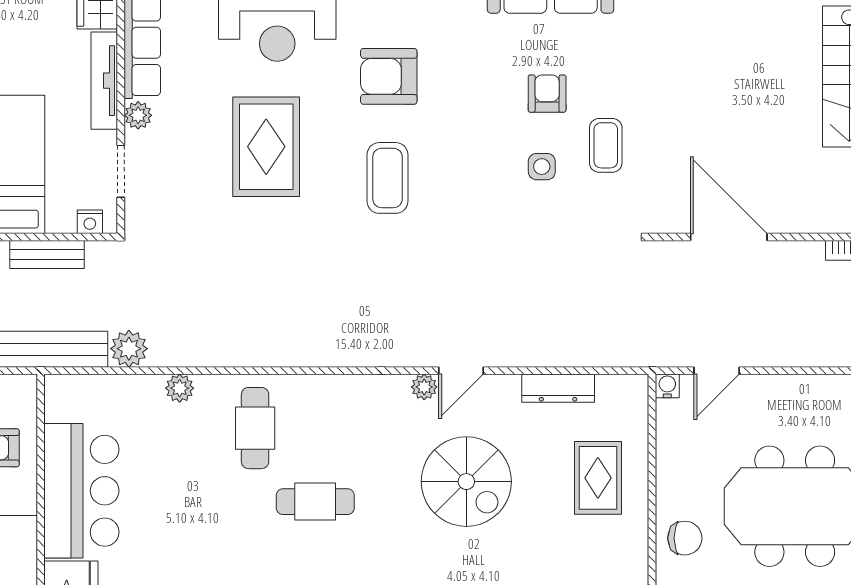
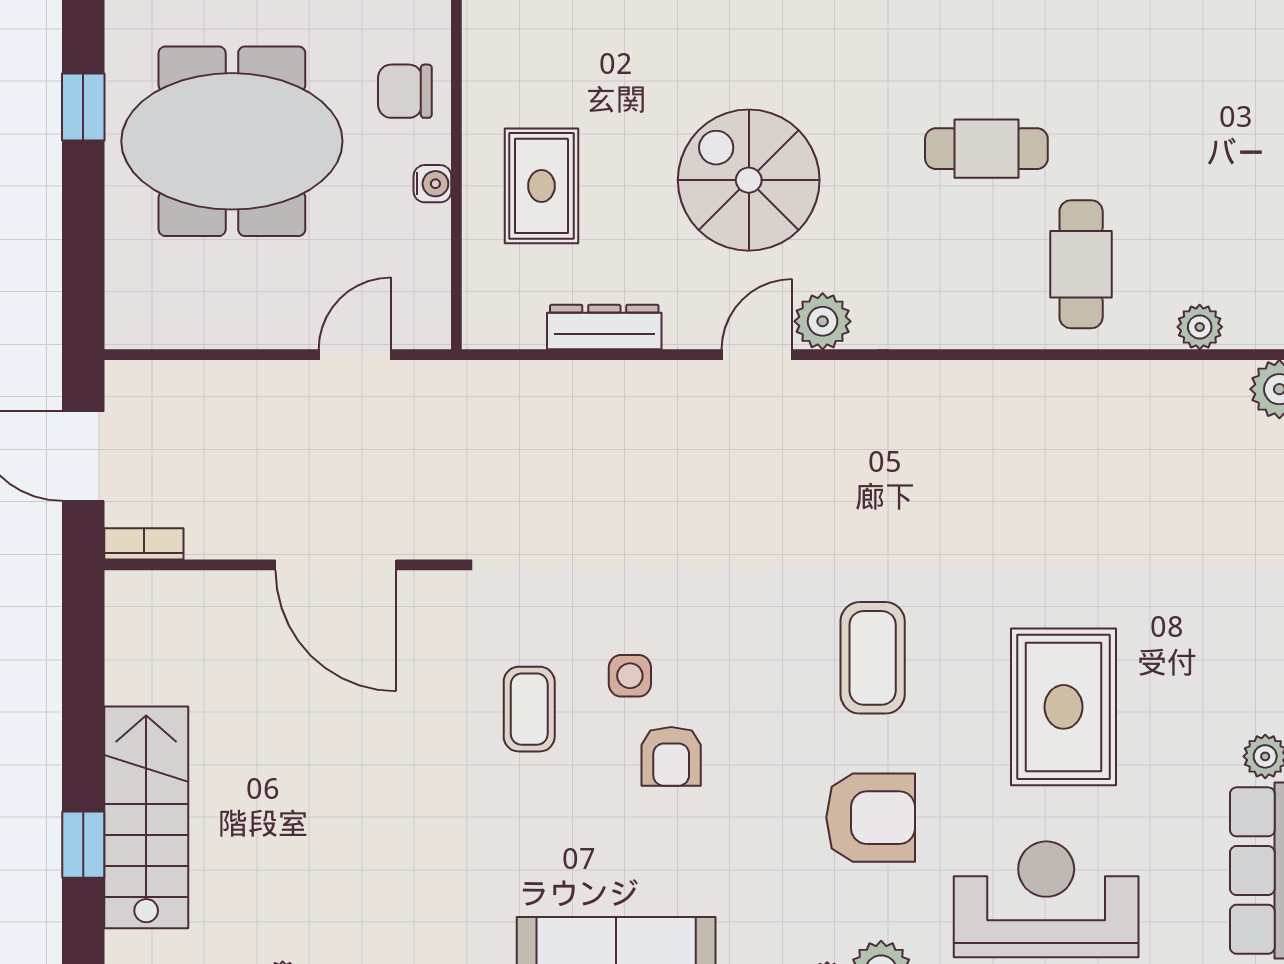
armchair: (547, 94) -> (671, 756), moved
water cooler: (667, 386) -> (432, 184), moved, turned -90
plant: (424, 387) -> (823, 321), width x1.38, depth x1.38

